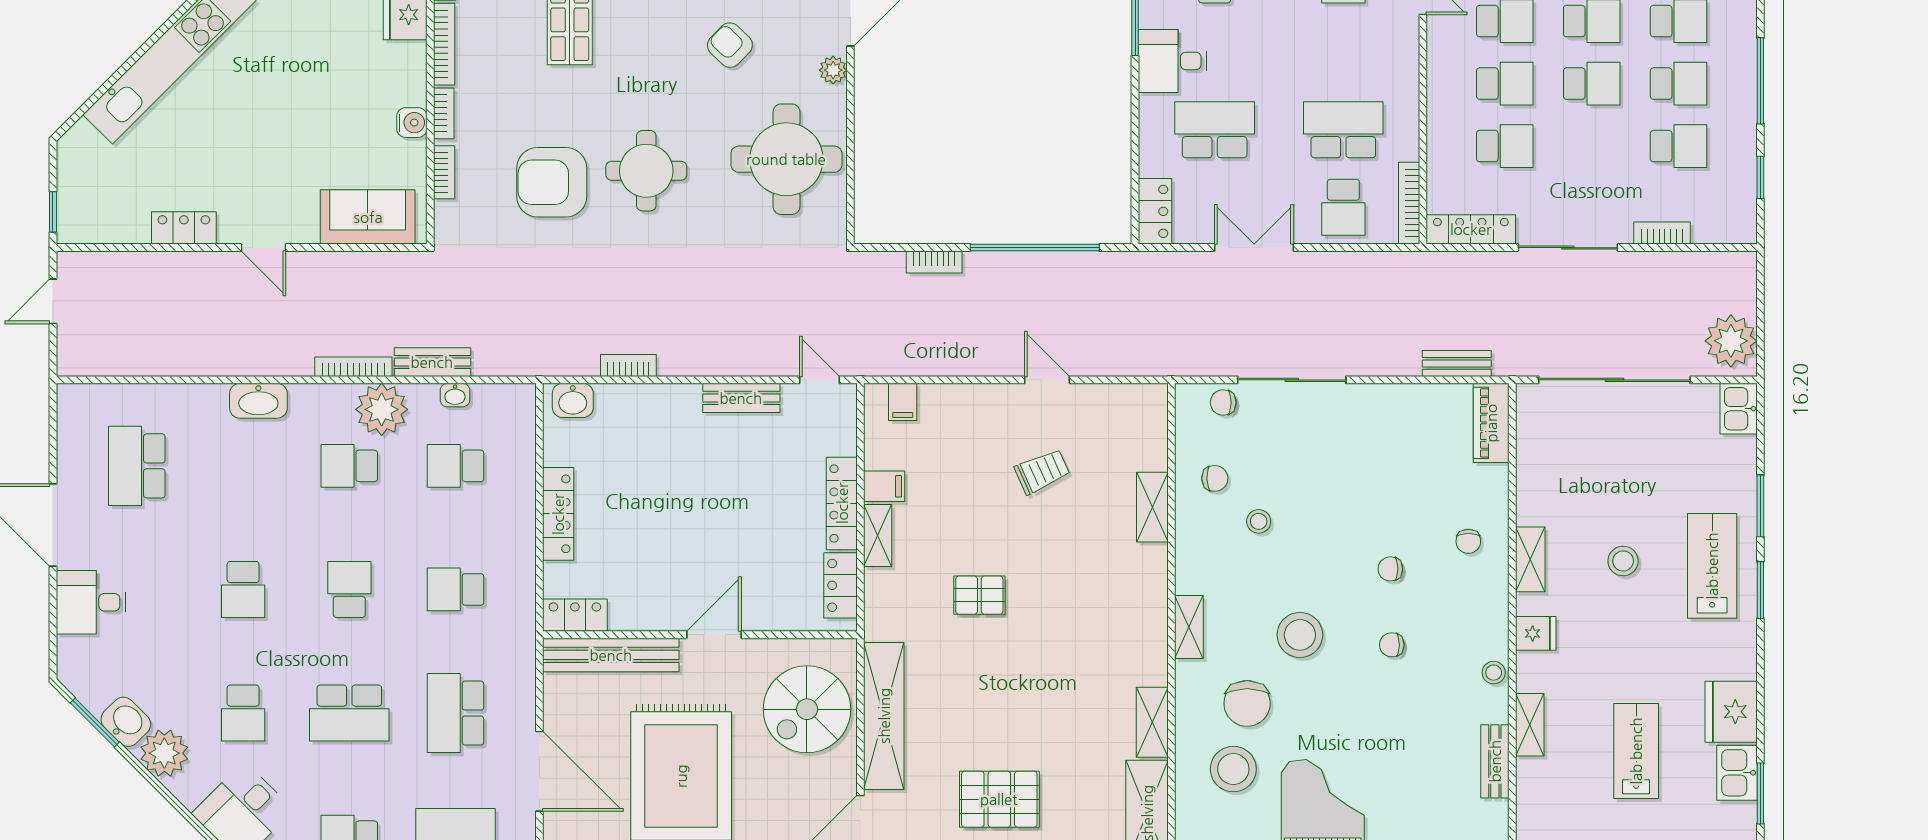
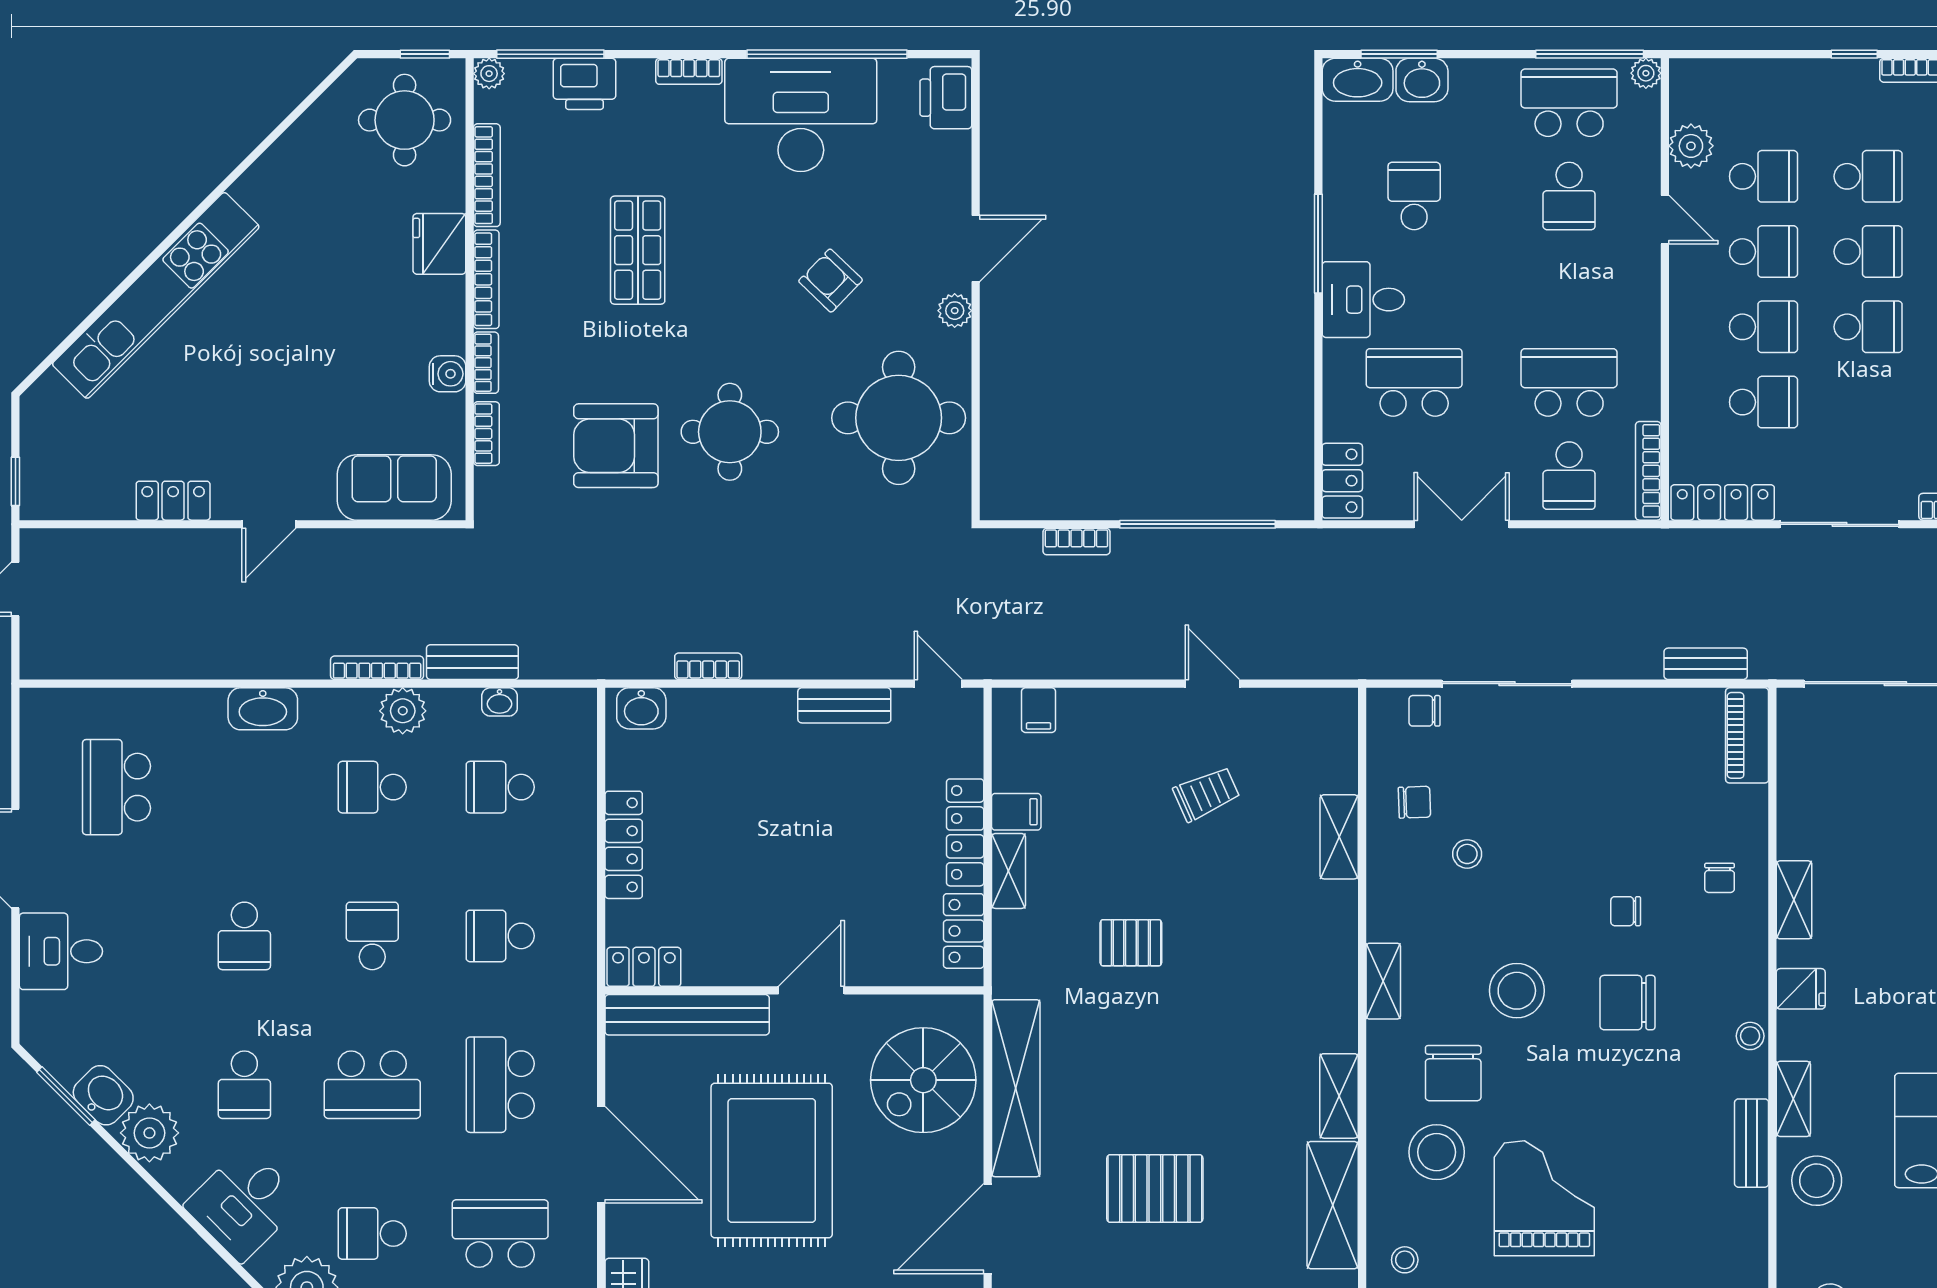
door: (263, 248) -> (269, 524), hinge flipped
plant: (382, 409) -> (403, 711), width x0.73, depth x0.73
stool: (1623, 561) -> (1817, 1181), moved, width x1.38, depth x1.38
chair: (1392, 645) -> (1627, 1003), width x1.87, depth x1.87

